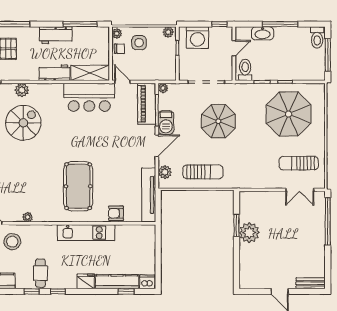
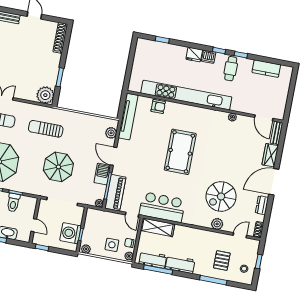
washing machine: (197, 38) -> (71, 233), moved, turned -90
door: (234, 48) -> (34, 225), swing flipped
toilet: (245, 70) -> (13, 203), moved
workbench: (54, 73) -> (153, 260), moved, turned 180
door: (157, 146) -> (113, 156), hinge flipped
sun lounger: (203, 172) -> (46, 129), moved
pool table: (78, 186) -> (180, 152), moved
kitchen unit: (86, 233) -> (186, 95), width x1.86
plant: (249, 233) -> (45, 95), moved
stool: (12, 242) -> (249, 99), removed
shoe rack: (245, 271) -> (60, 38), added
kitchen counter: (117, 282) -> (168, 49), removed
dishwasher: (147, 282) -> (209, 57), moved

